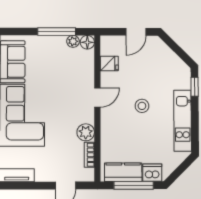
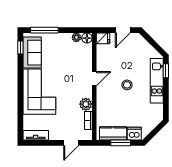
window: (57, 32) -> (44, 30), moved
fridge: (109, 63) -> (103, 38), moved
kitchen unit: (183, 121) -> (157, 81), moved
window: (134, 185) -> (121, 143), width x0.69

